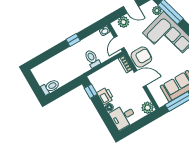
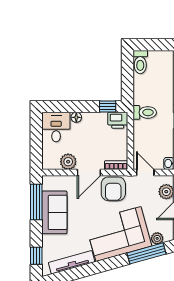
toilet: (92, 59) -> (145, 112), moved
printer: (105, 96) -> (118, 120), moved
plant: (148, 108) -> (68, 162), moved

